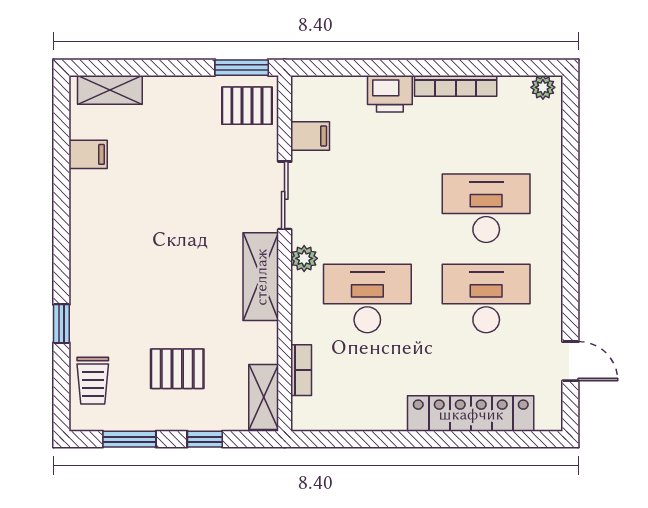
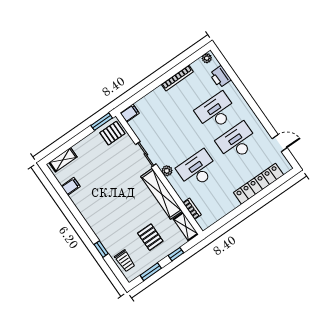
printer: (390, 94) -> (220, 77), moved, turned 90
filing cabinet: (310, 136) -> (130, 113), moved
shelving: (261, 277) -> (162, 194), width x1.47
pallet: (177, 369) -> (150, 237), turned 90

